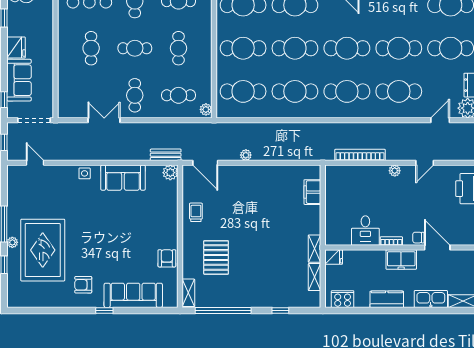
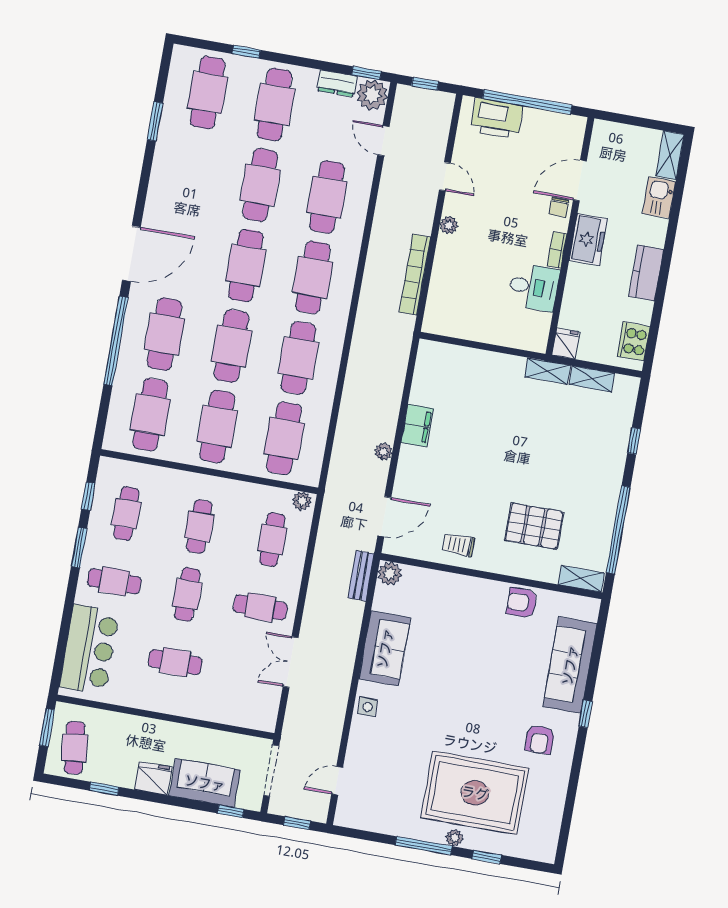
cafe table: (179, 48) -> (199, 527), turned 90
filing cabinet: (312, 192) -> (417, 426), moved, turned -90
kitchen sink: (431, 299) -> (659, 198), width x0.73

